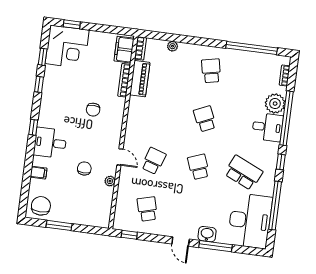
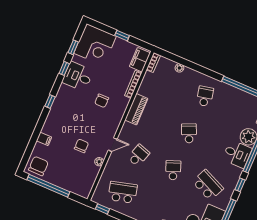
window: (72, 24) -> (122, 36), moved
piano: (140, 79) -> (136, 109), moved
desk: (50, 143) -> (78, 76), moved
door: (120, 157) -> (113, 145), hinge flipped
school desk: (147, 209) -> (123, 192), width x1.85
window: (59, 225) -> (48, 186), width x2.11

